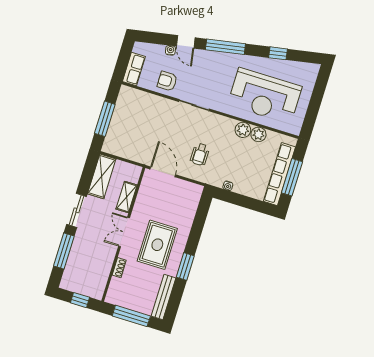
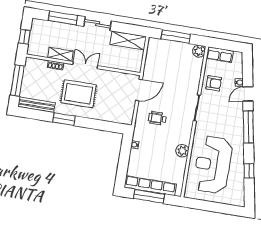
armchair: (167, 81) -> (214, 83), turned 90
plant: (258, 134) -> (199, 51), moved
shelving: (127, 197) -> (60, 54), moved

